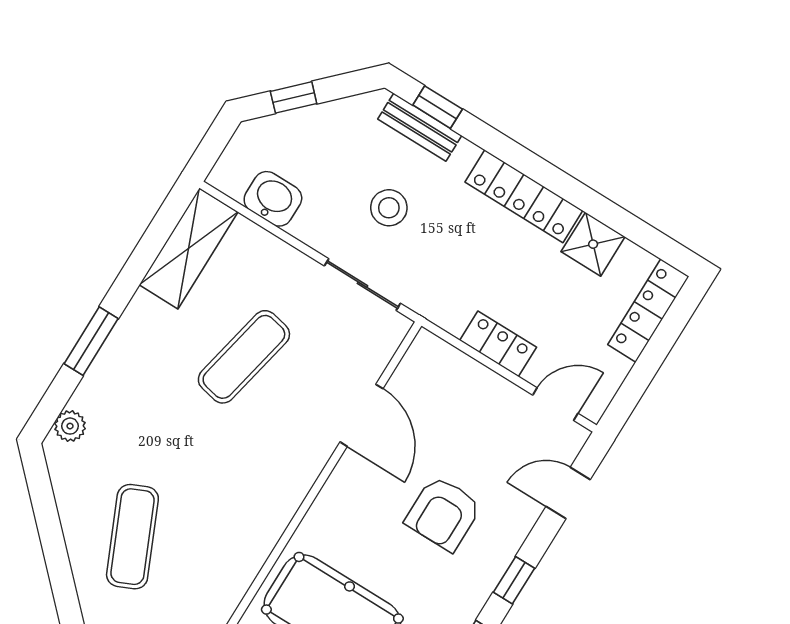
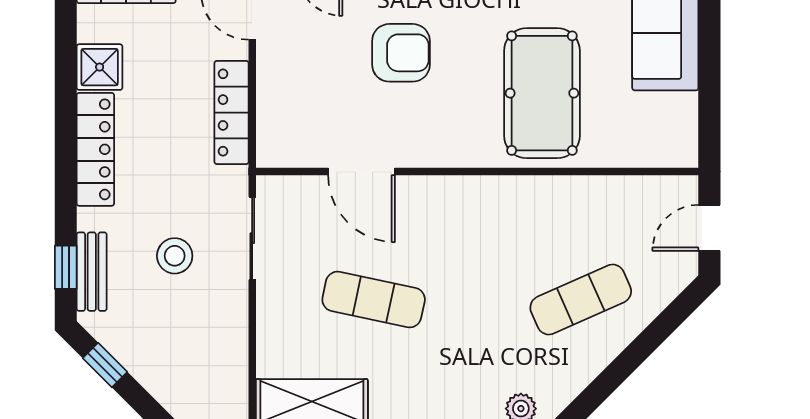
window: (294, 97) -> (105, 365), moved
washbasin: (273, 199) -> (227, 357), removed
locker: (498, 344) -> (232, 113), width x1.53
door: (361, 415) -> (362, 172), swing flipped

